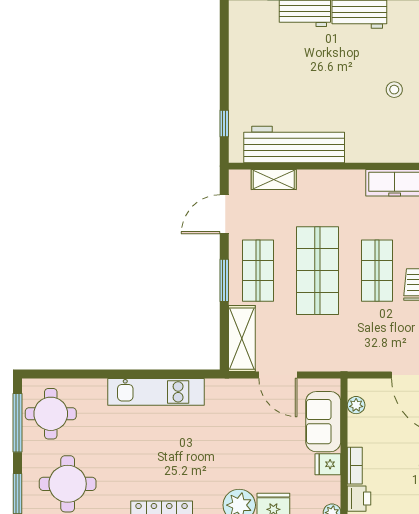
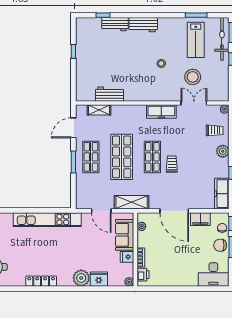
window: (224, 123) -> (73, 51), moved
workbench: (294, 145) -> (110, 94), width x0.53, depth x0.76
shelving: (242, 339) -> (132, 202), moved, turned 90
kitchen unit: (156, 392) -> (47, 220), width x1.36

